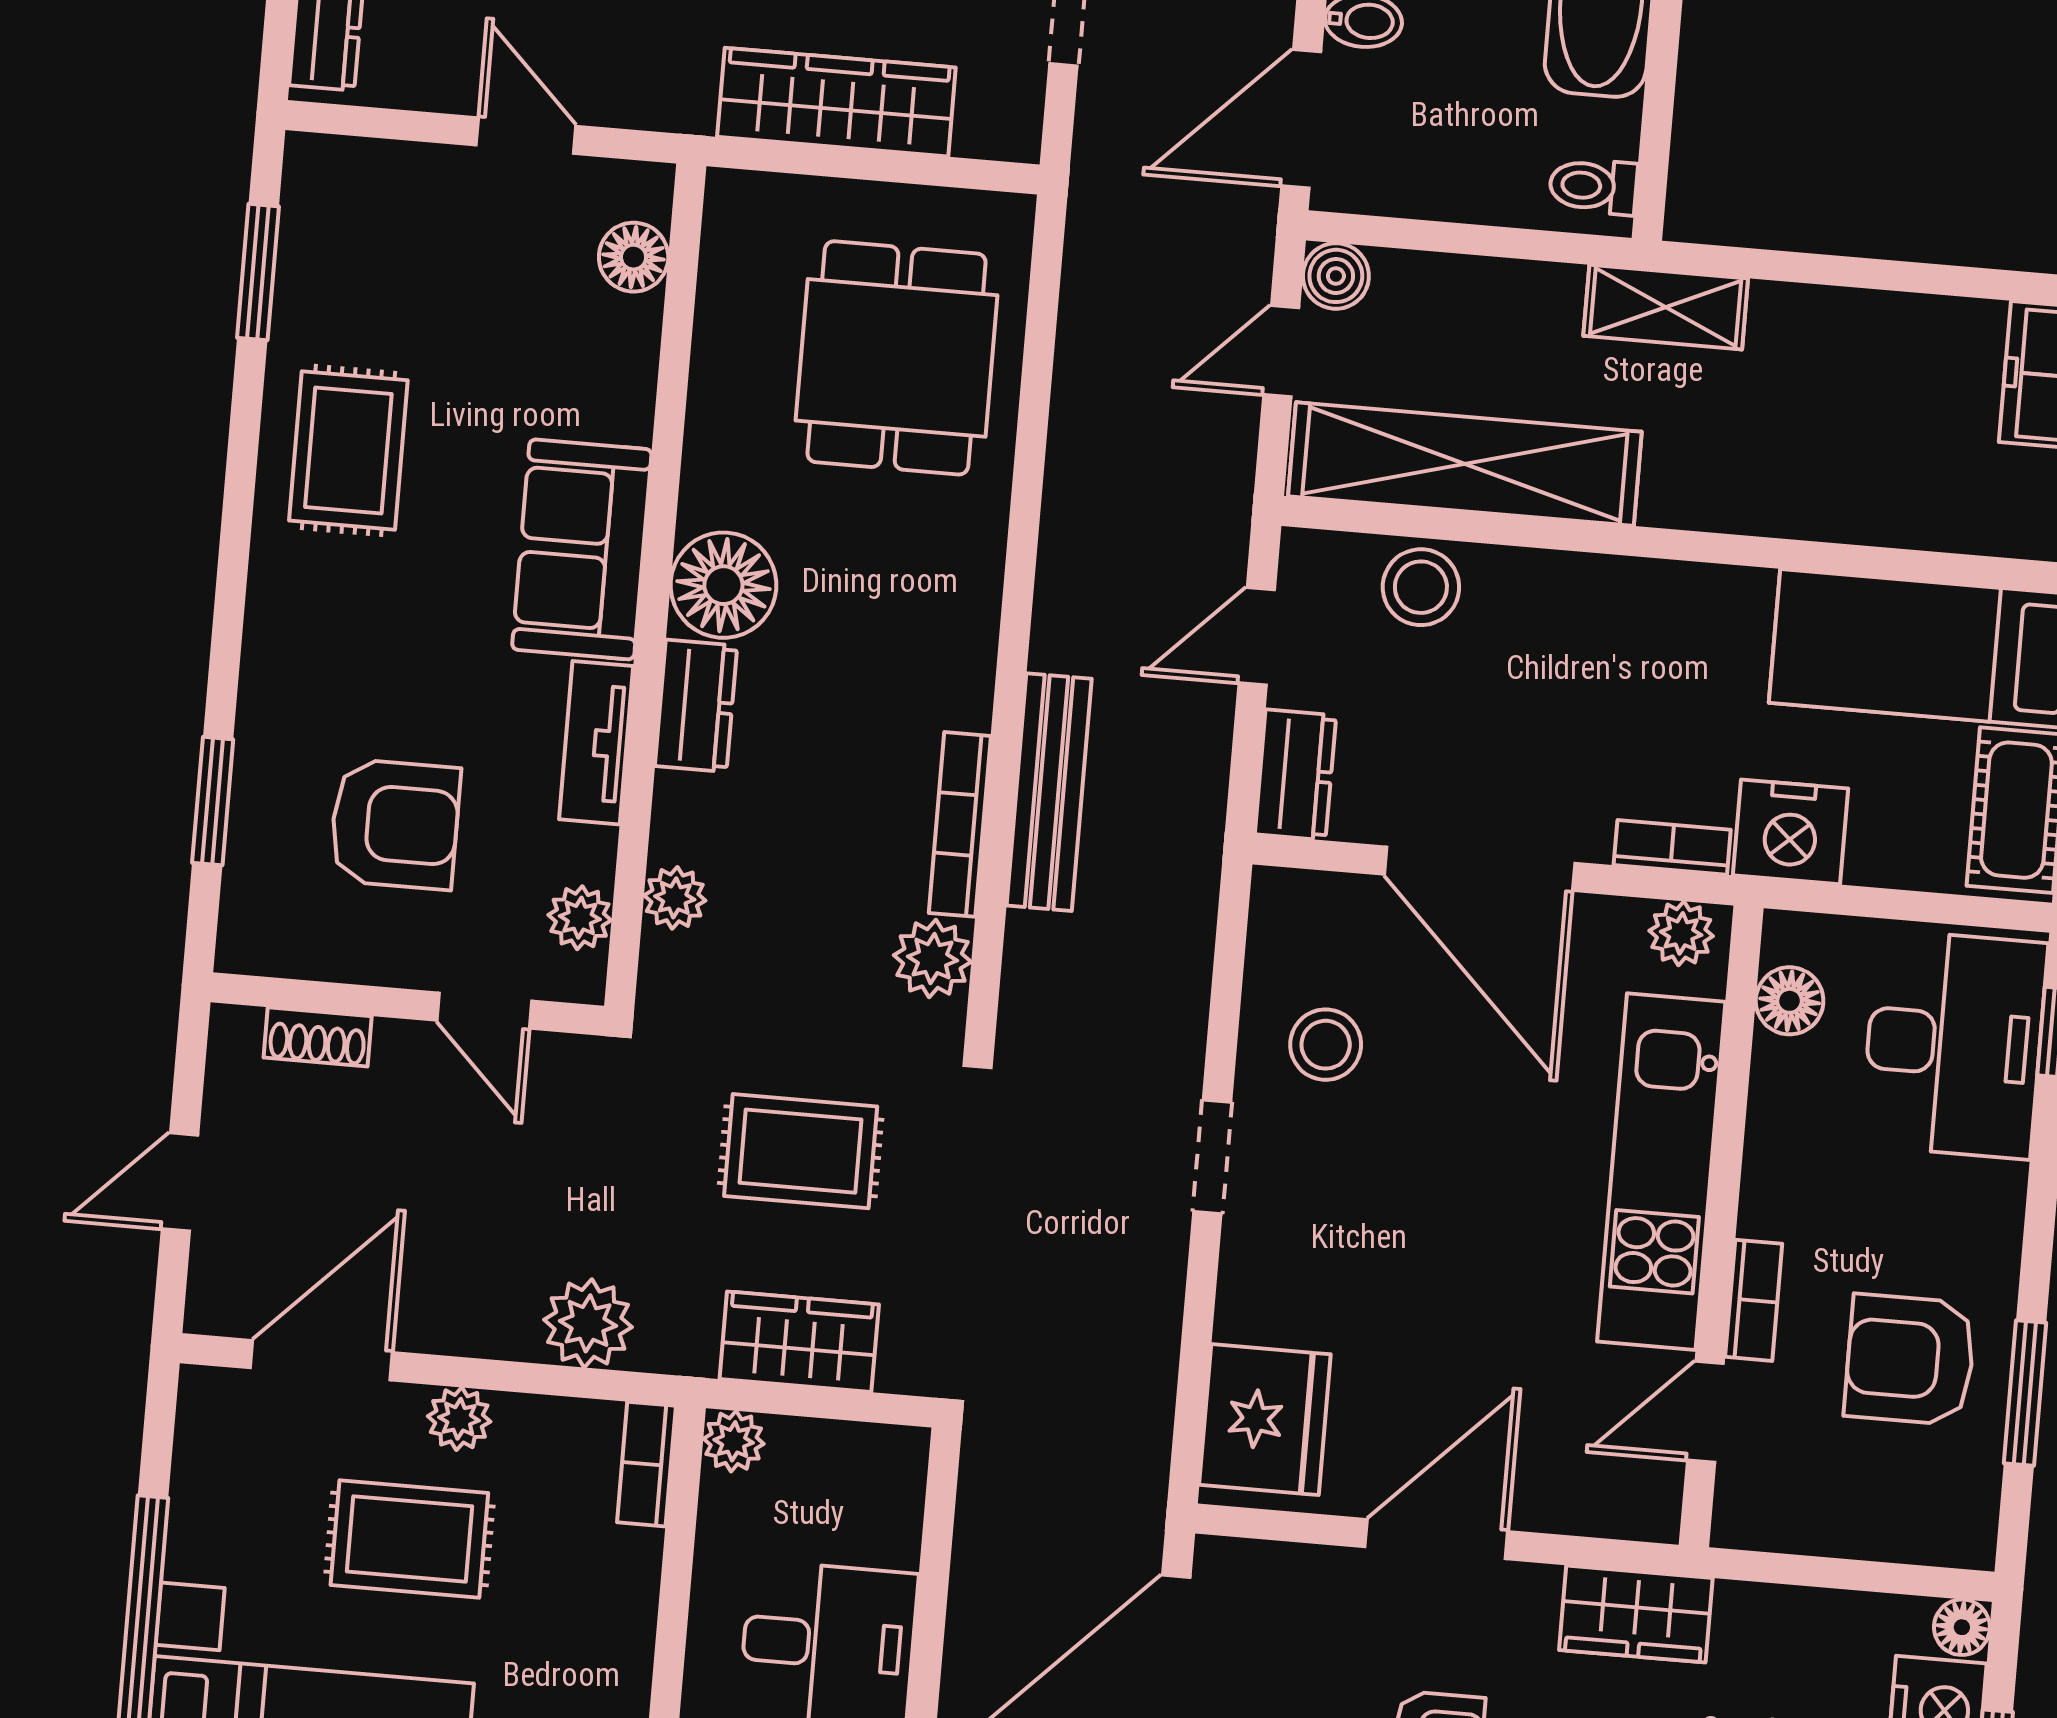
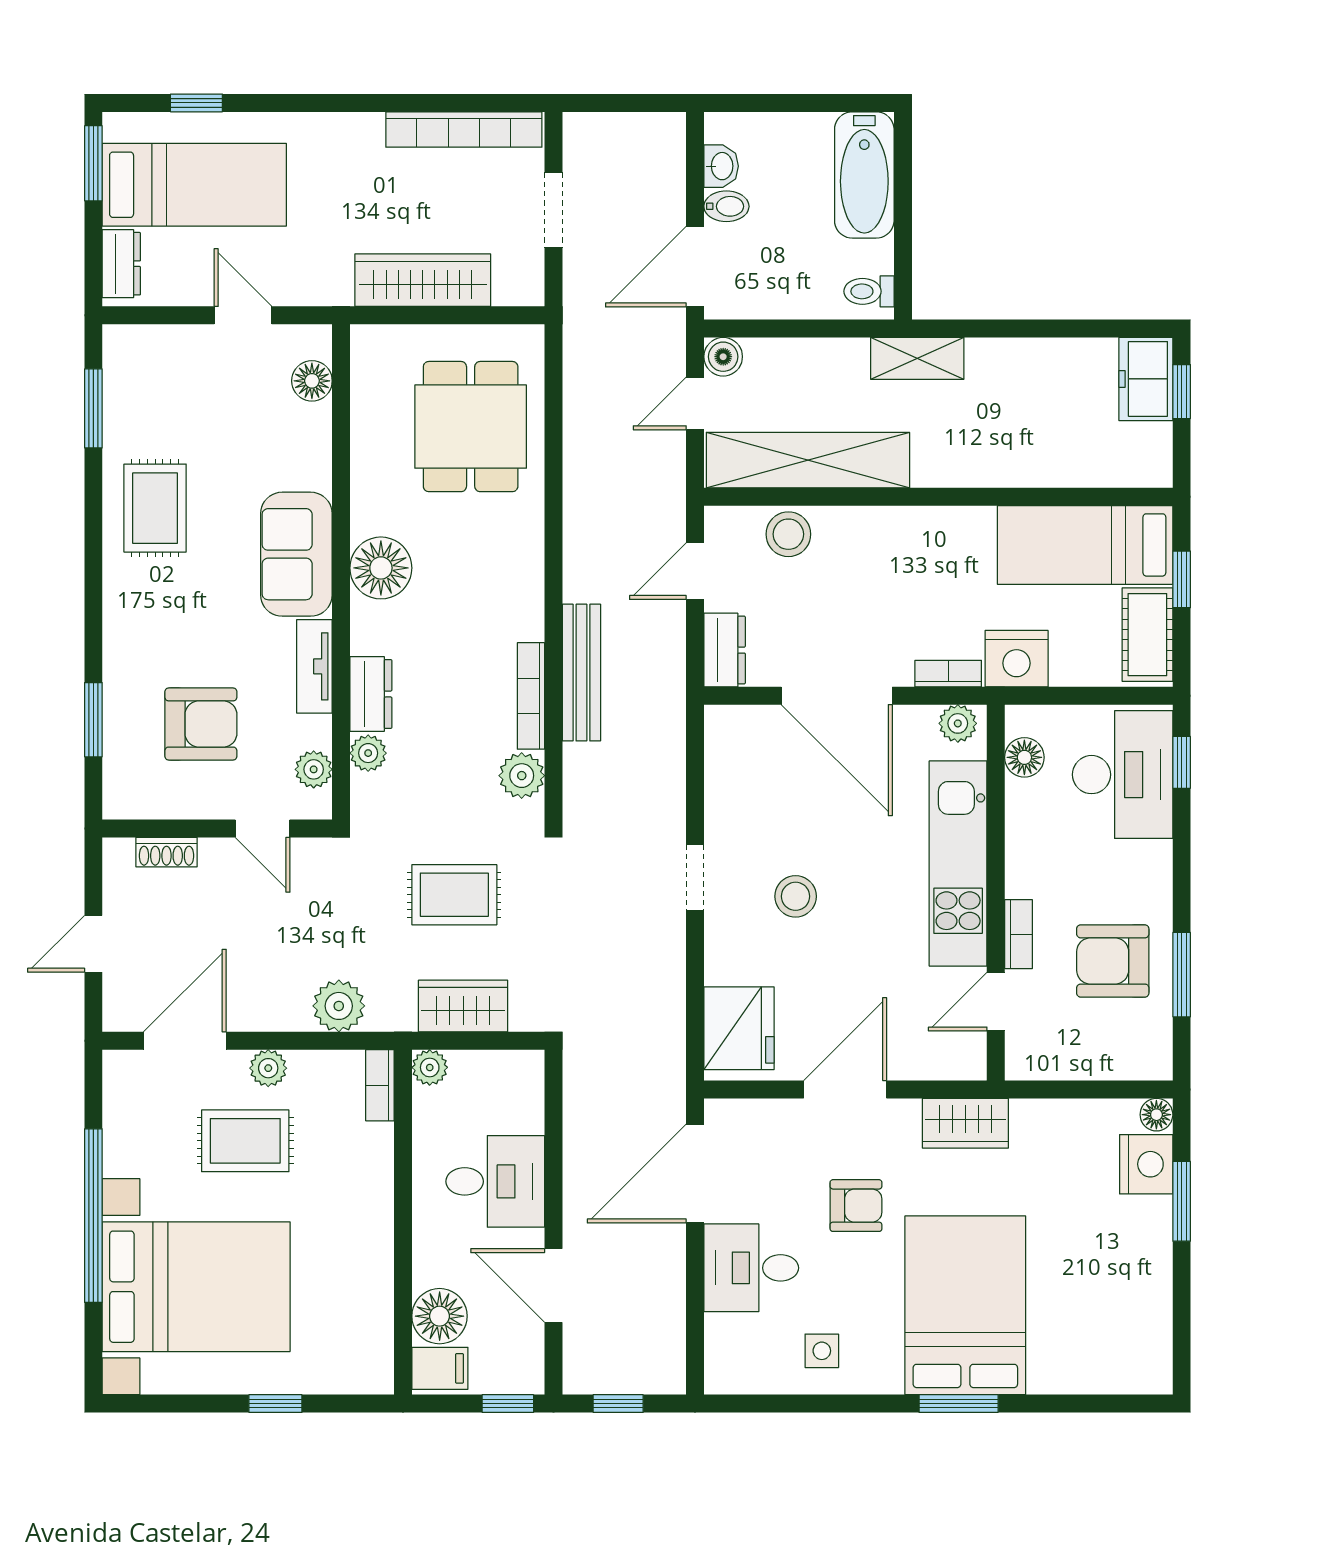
dresser: (696, 706) -> (371, 694), moved
stool: (1326, 1045) -> (796, 896), moved

